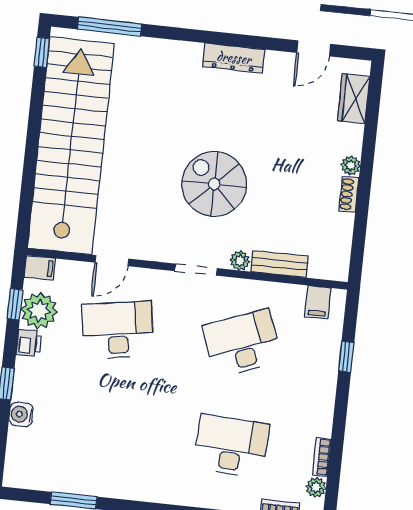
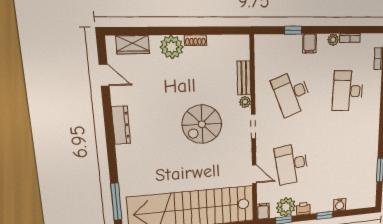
plant: (351, 165) -> (172, 47), width x1.88, depth x1.88
filing cabinet: (318, 302) -> (309, 44), moved, turned 90
plant: (316, 487) -> (333, 40), moved

